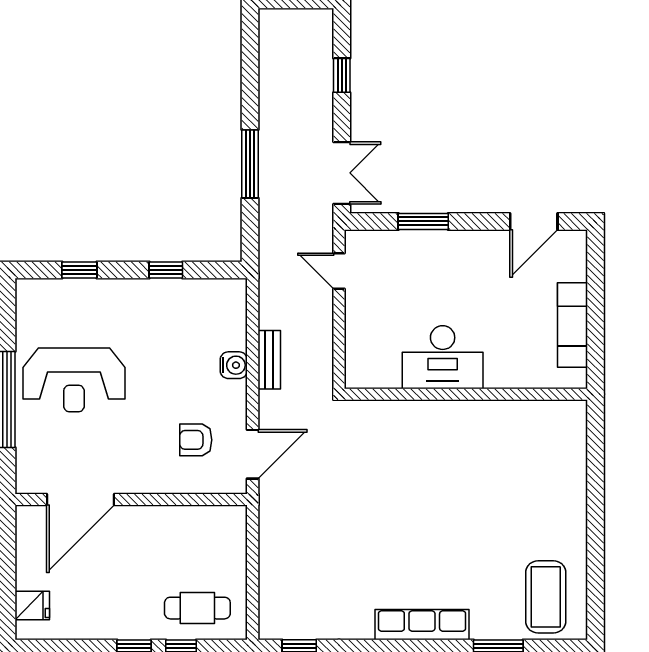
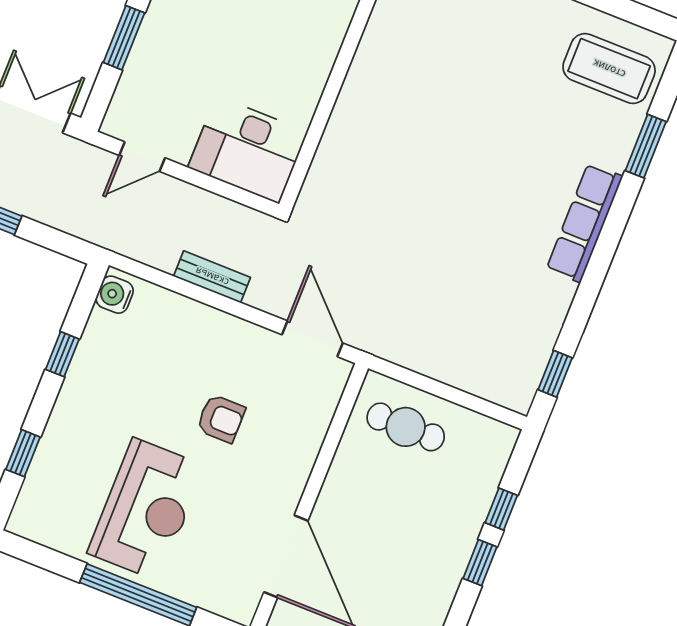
desk: (443, 357) -> (248, 150), moved, turned 90
water cooler: (234, 365) -> (115, 295), moved, turned -90
armchair: (196, 440) -> (221, 419), moved, turned -90
cafe table: (197, 608) -> (406, 427), moved, turned 90

